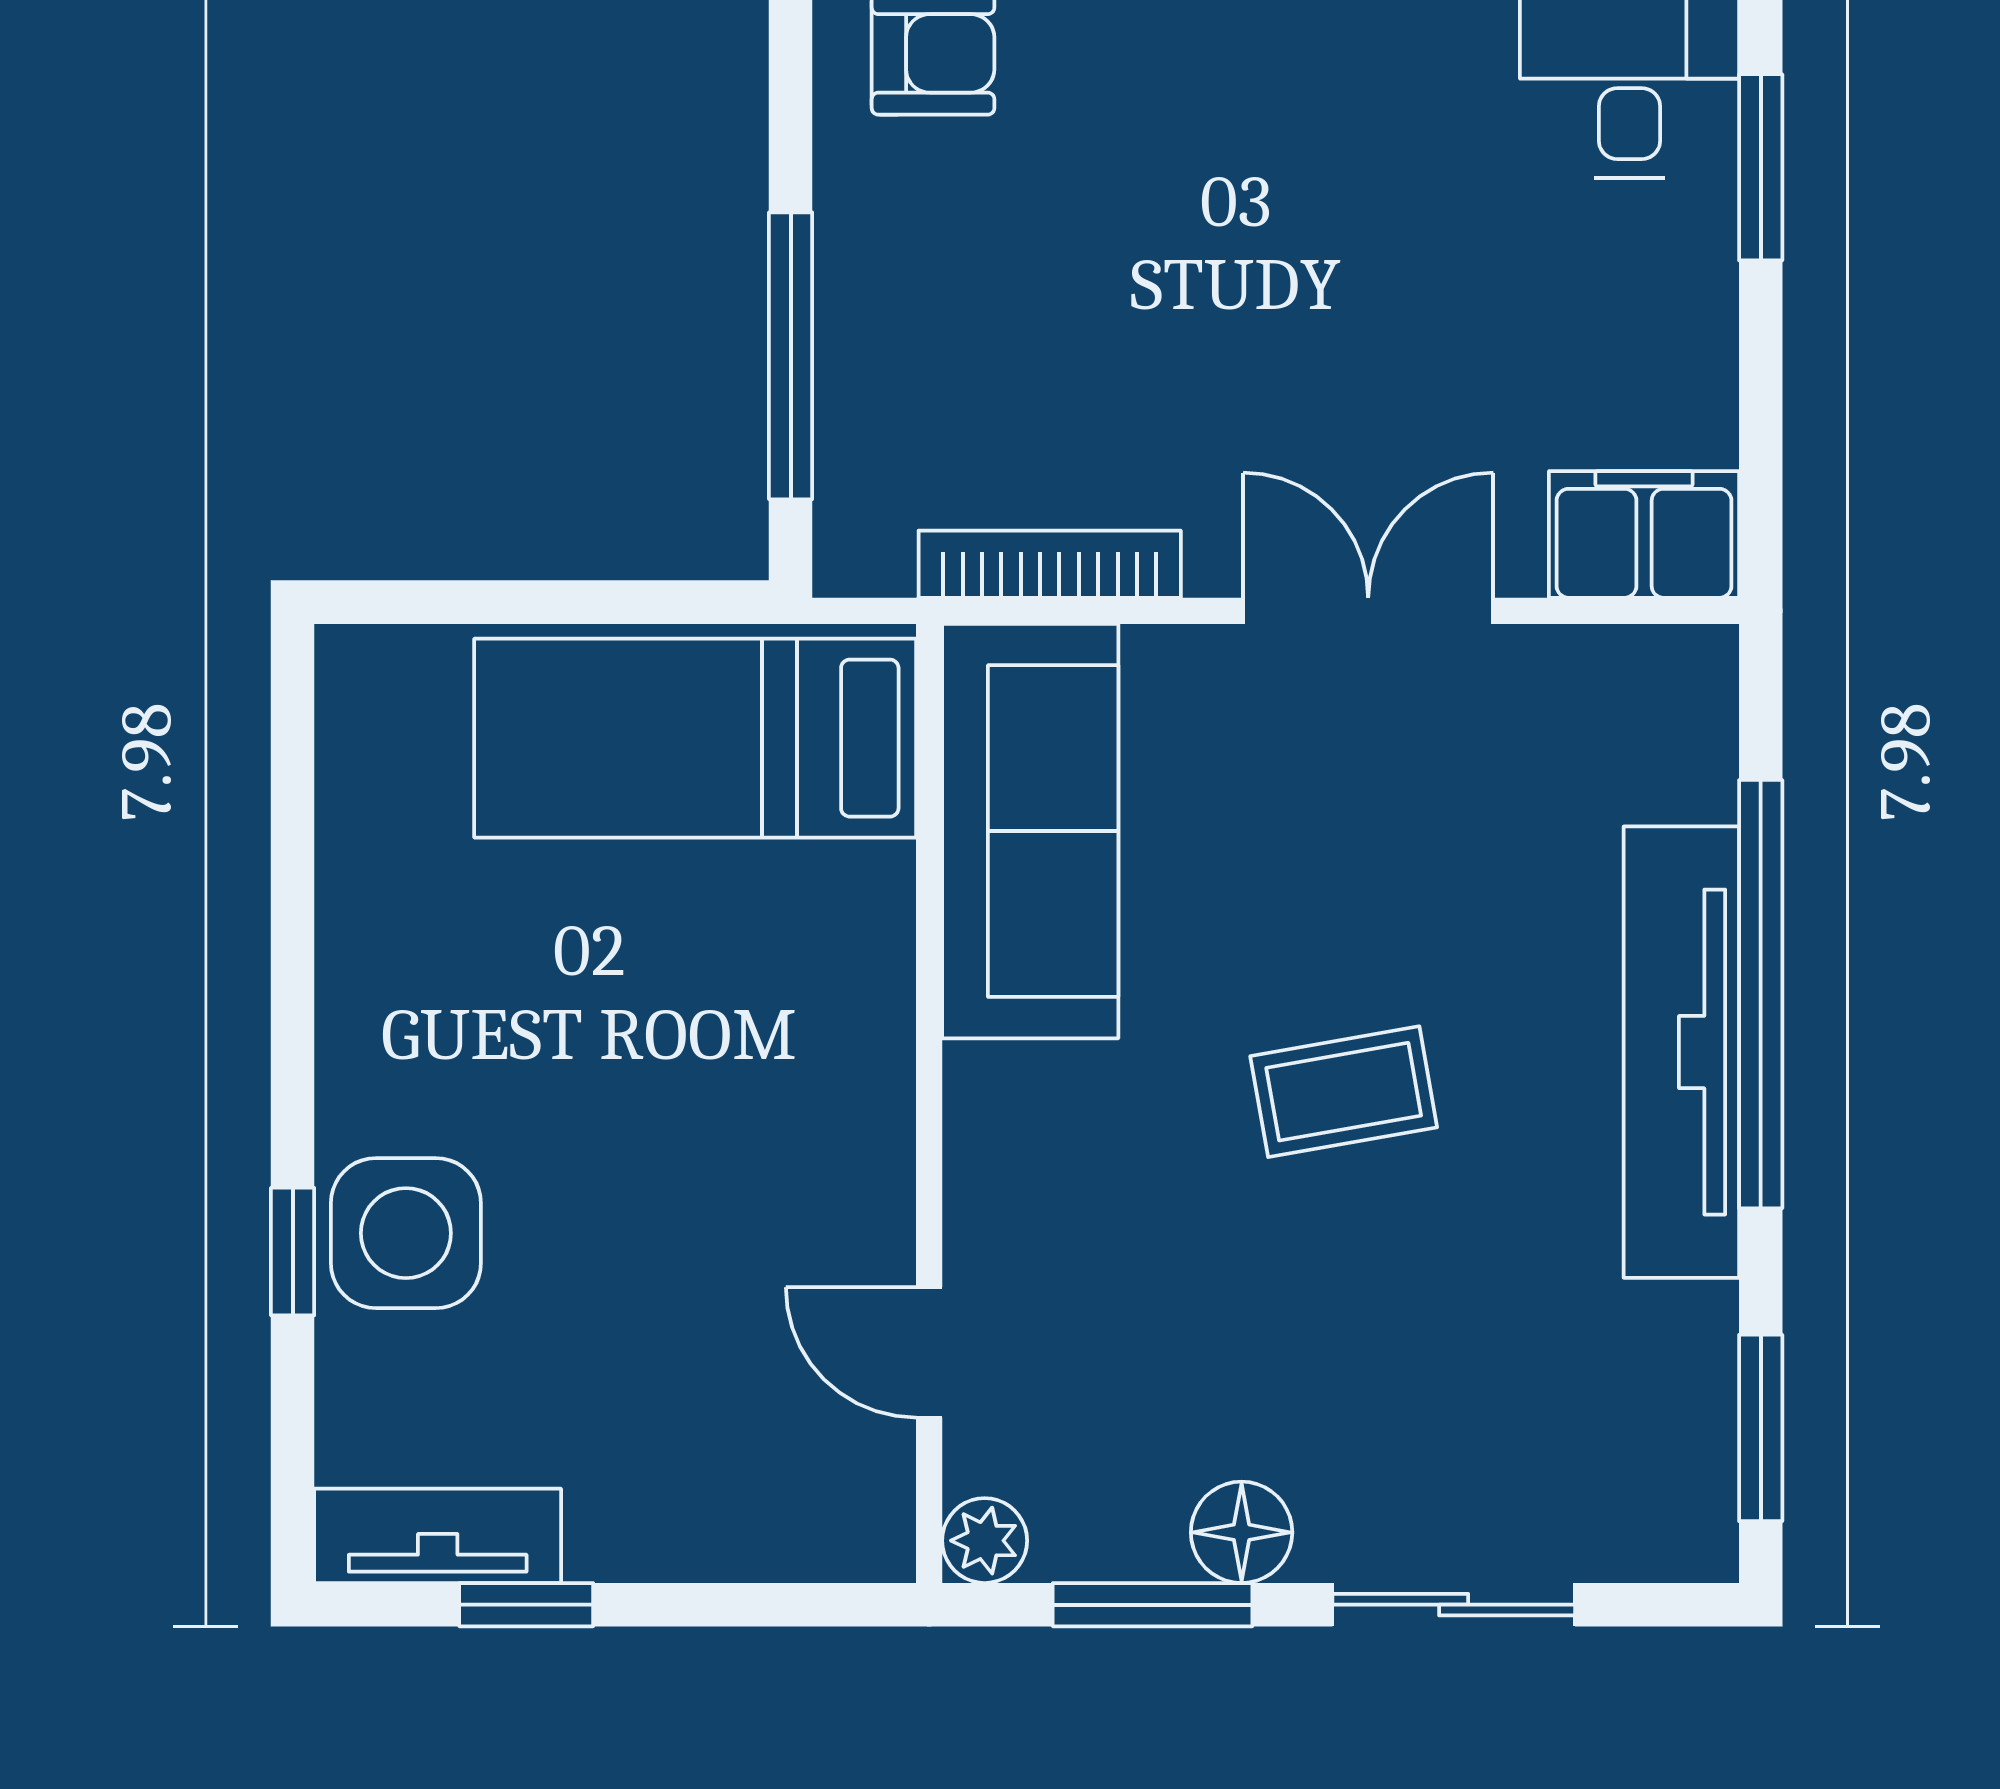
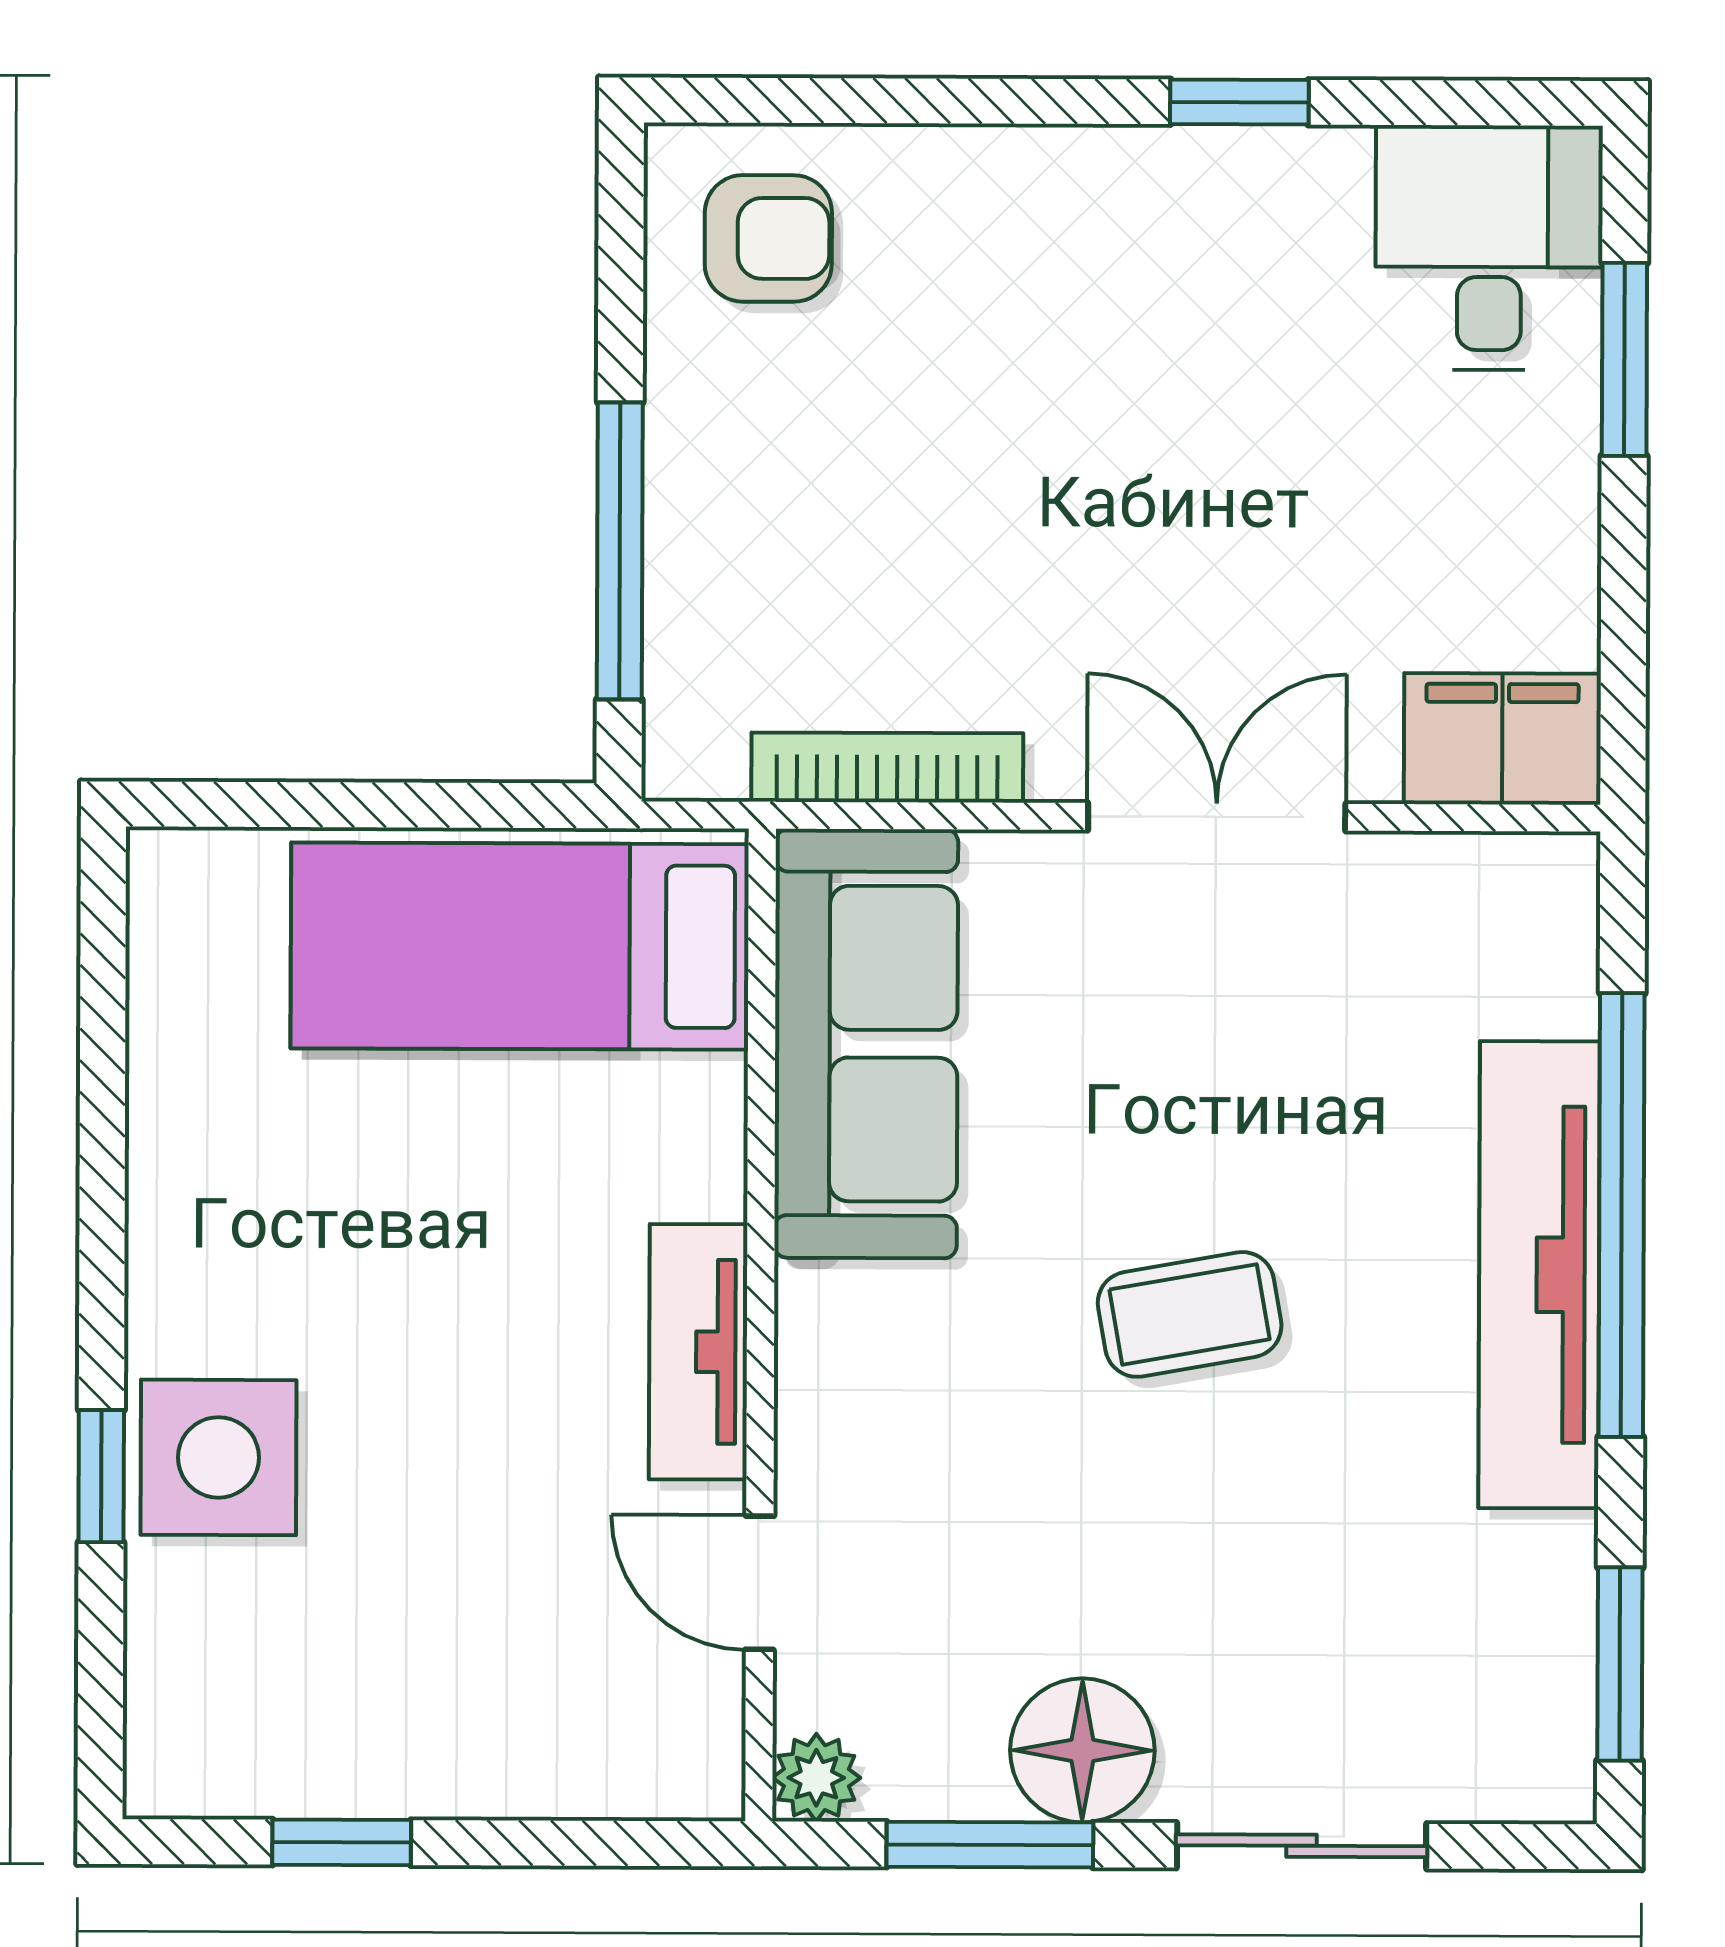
floor lamp: (1242, 1532) -> (1082, 1750), width x1.38, depth x1.38
tv unit: (438, 1536) -> (698, 1352), moved, turned -90

